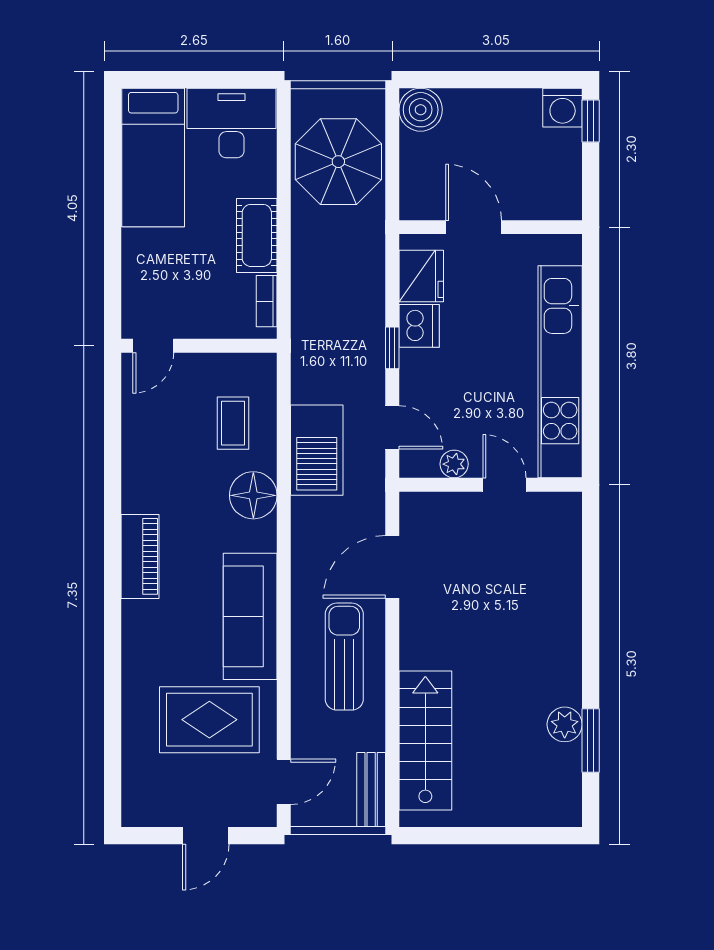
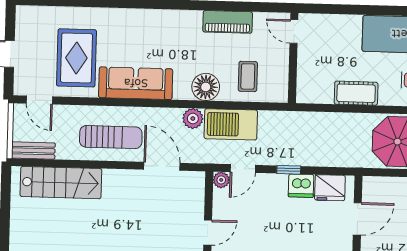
bookcase: (267, 301) -> (318, 98), removed
coffee table: (233, 423) -> (248, 76), turned 90
plant: (454, 464) -> (221, 180), moved
plant: (308, 516) -> (193, 118), added
piano: (140, 556) -> (228, 22), moved

